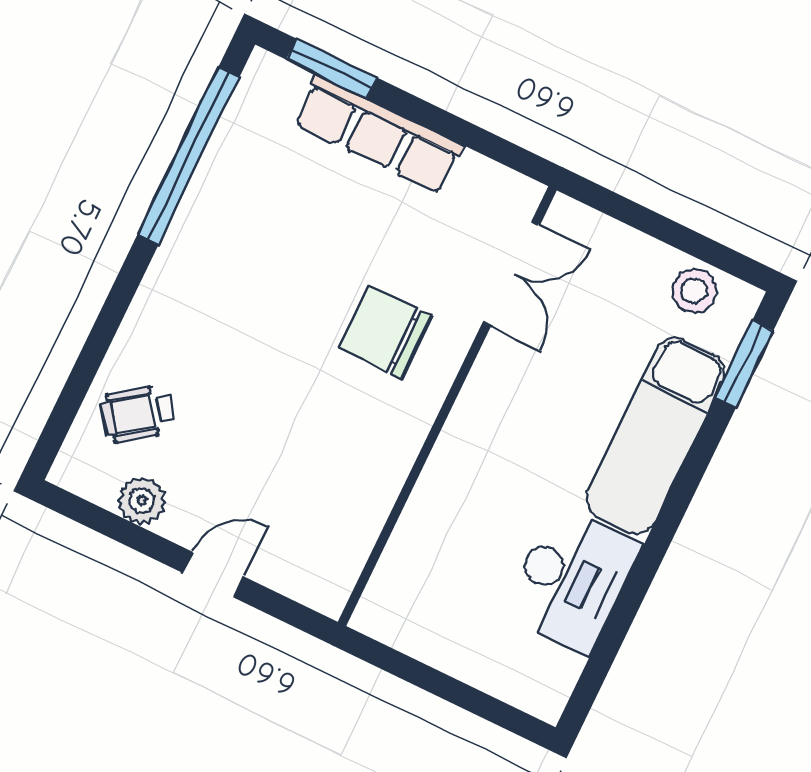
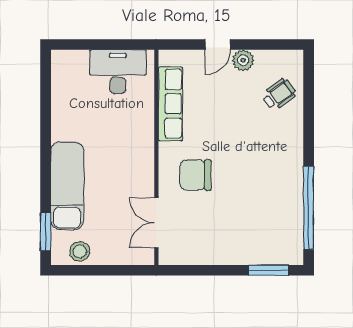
row of seats: (378, 134) -> (170, 104), moved, turned 90
chair: (385, 332) -> (196, 175), turned 180
plant: (142, 501) -> (243, 60), moved
desk: (572, 579) -> (118, 72), moved, turned 90

